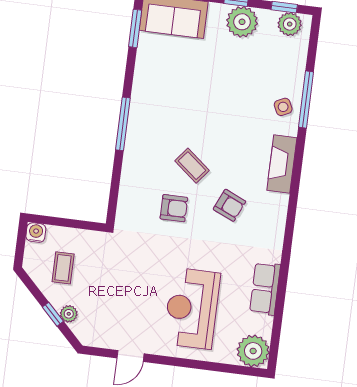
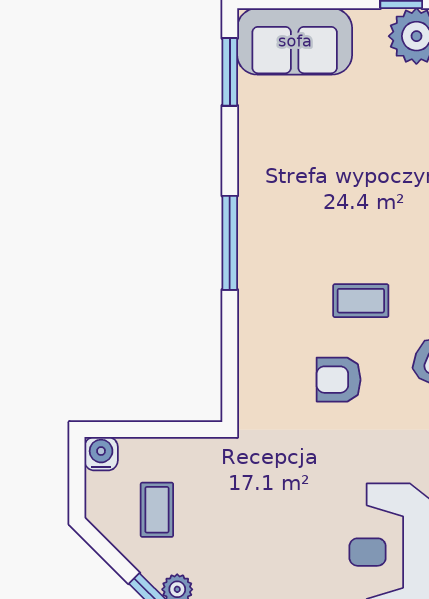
coffee table: (192, 166) -> (361, 301), turned -39
armchair: (174, 208) -> (339, 380), turned 180

